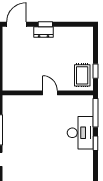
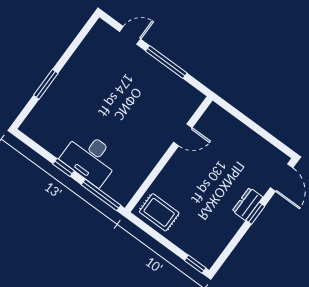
window: (96, 71) -> (195, 264), moved
door: (50, 93) -> (183, 135), moved

